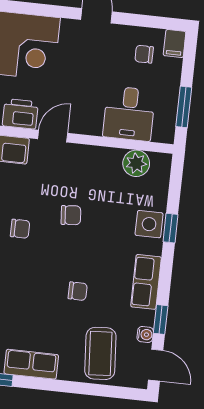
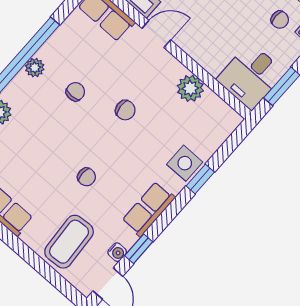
chair: (144, 54) -> (280, 20), turned 180
desk: (129, 114) -> (251, 76), moved
plant: (136, 163) -> (190, 88), moved
chair: (20, 229) -> (75, 92), turned -90

